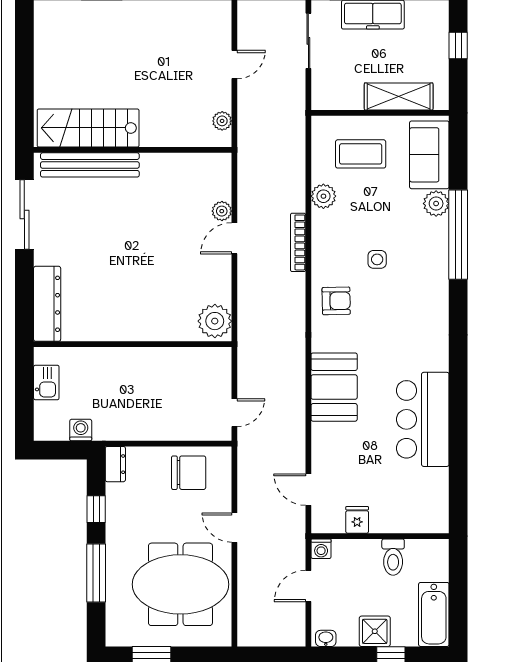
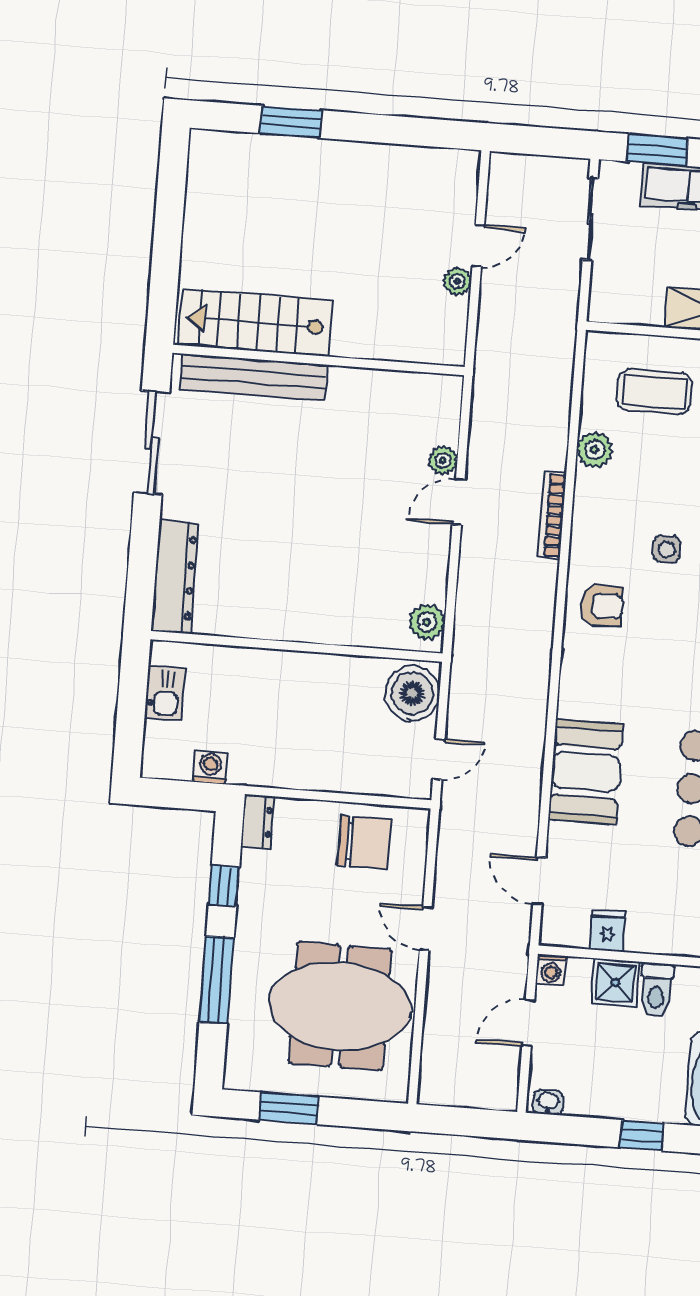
plant: (222, 121) -> (457, 281), moved
plant: (215, 321) -> (427, 622), width x0.73, depth x0.73
boiler: (213, 370) -> (412, 693), added
booth: (334, 387) -> (586, 772), moved
shower: (375, 631) -> (615, 982), moved

